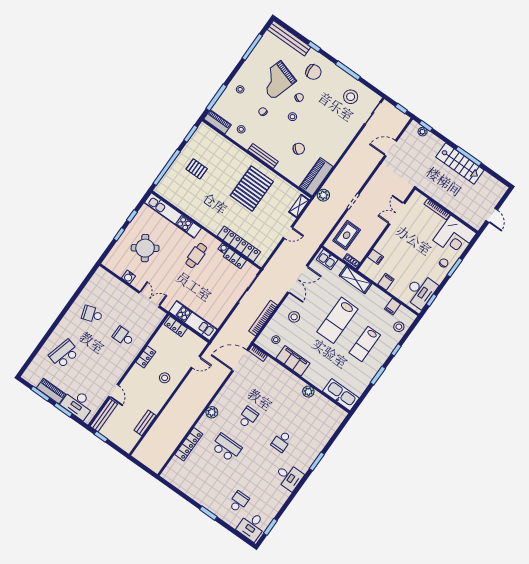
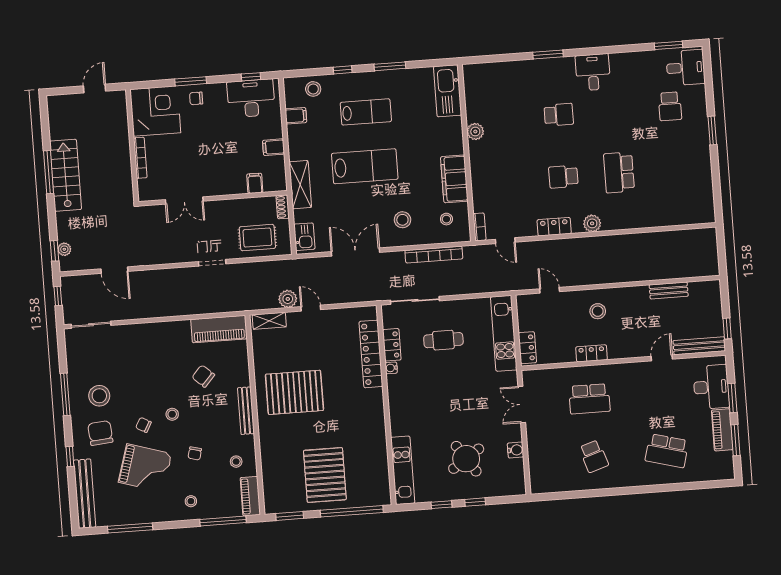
stool: (351, 97) -> (99, 396), moved
pallet: (197, 169) -> (325, 475), width x2.05, depth x2.00
plant: (323, 195) -> (288, 299), moved
kitchen unit: (173, 215) -> (403, 470), width x0.73
cafe table: (196, 255) -> (443, 340), moved
school desk: (123, 336) -> (589, 399), width x1.85
door: (240, 361) -> (505, 241), width x0.53
locker: (189, 444) -> (554, 227), moved, width x0.66
school desk: (239, 502) -> (670, 106), turned -90

